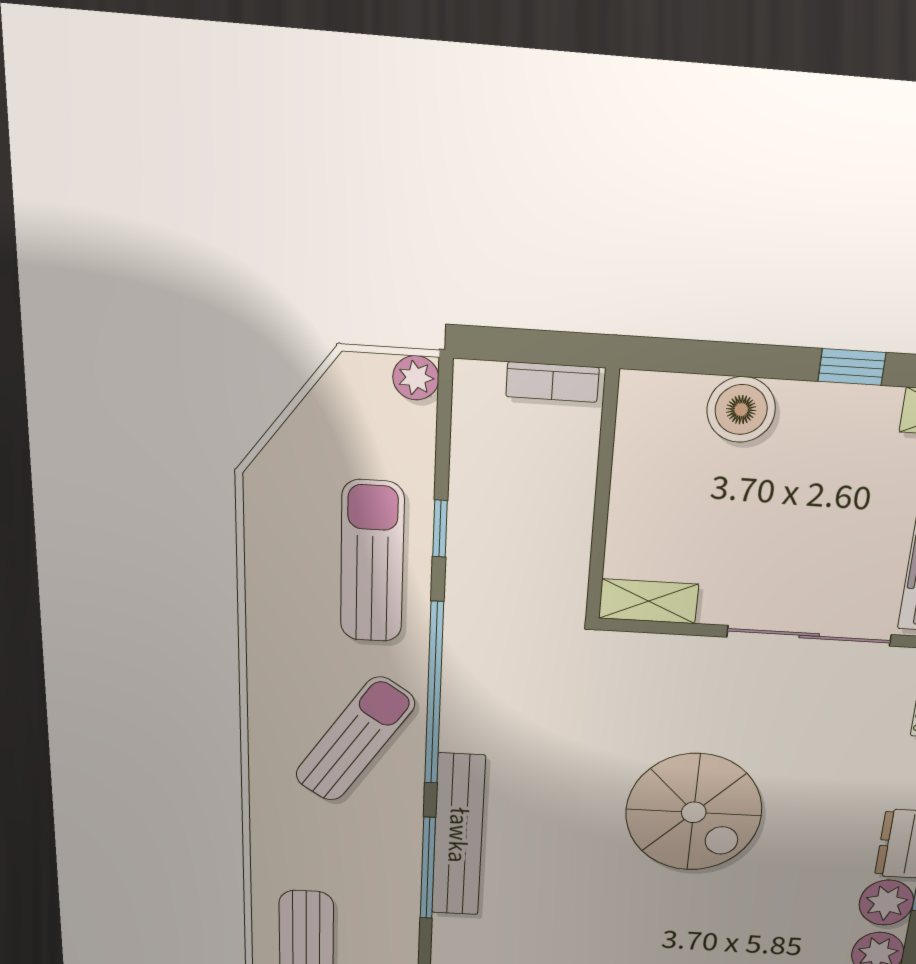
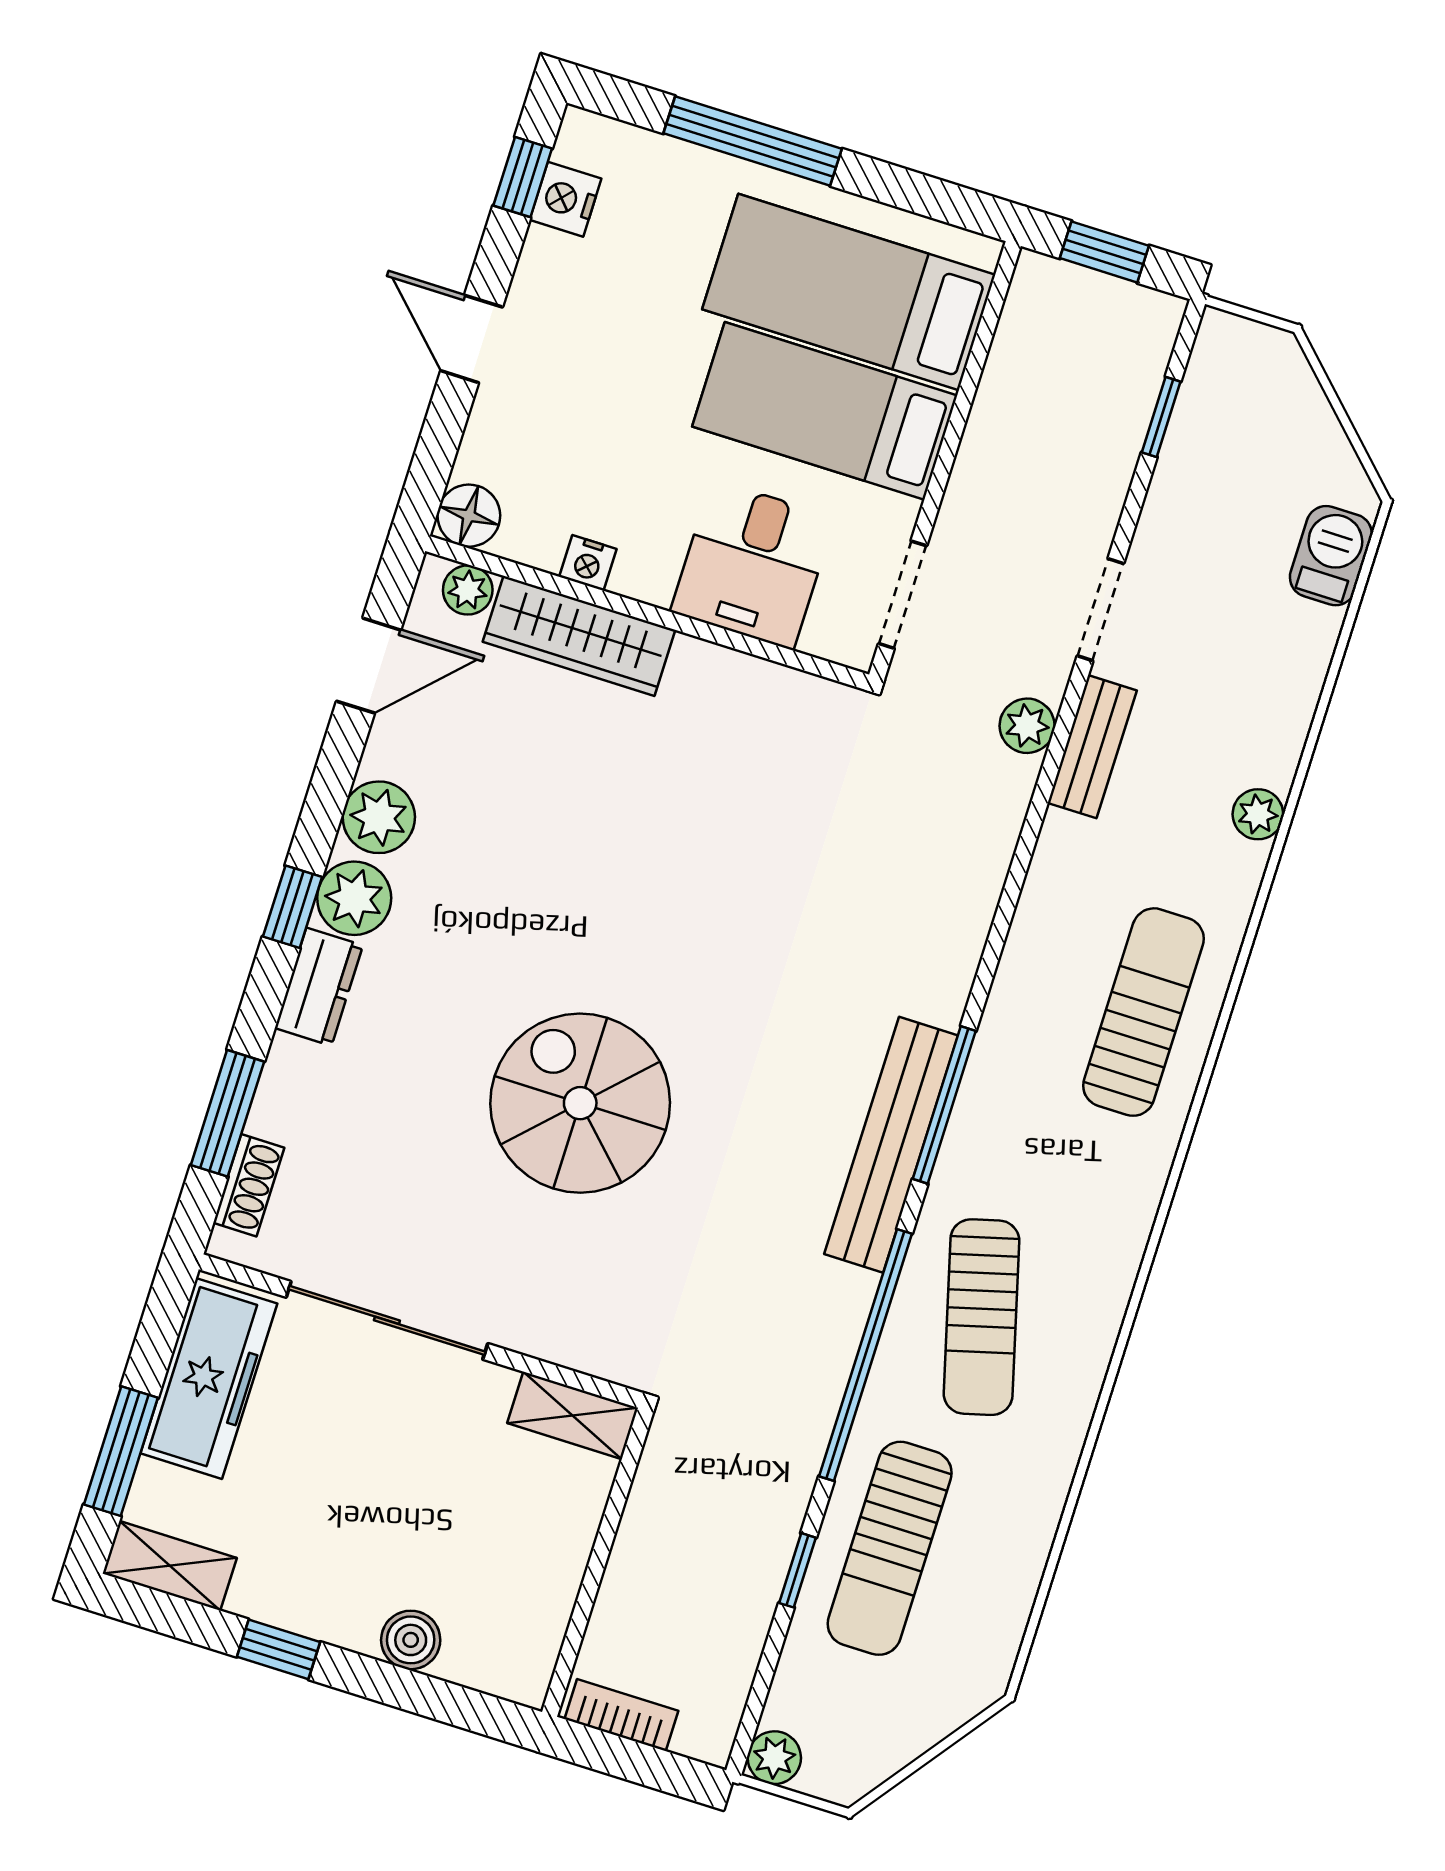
boiler: (741, 410) -> (411, 1640), width x0.73, depth x0.73
sun lounger: (355, 739) -> (981, 1317), turned -49

